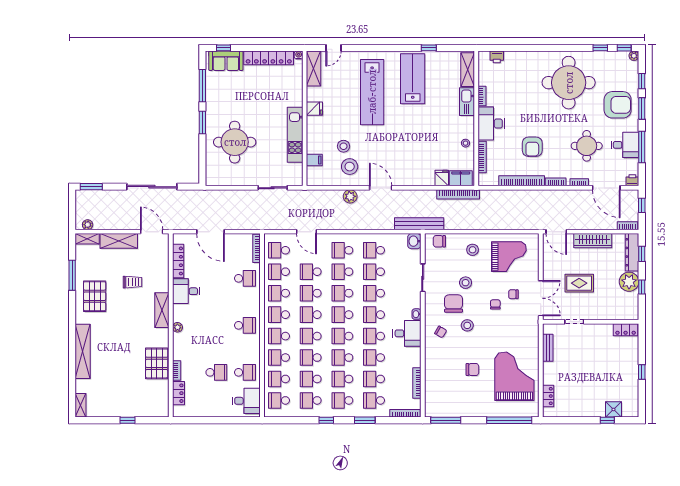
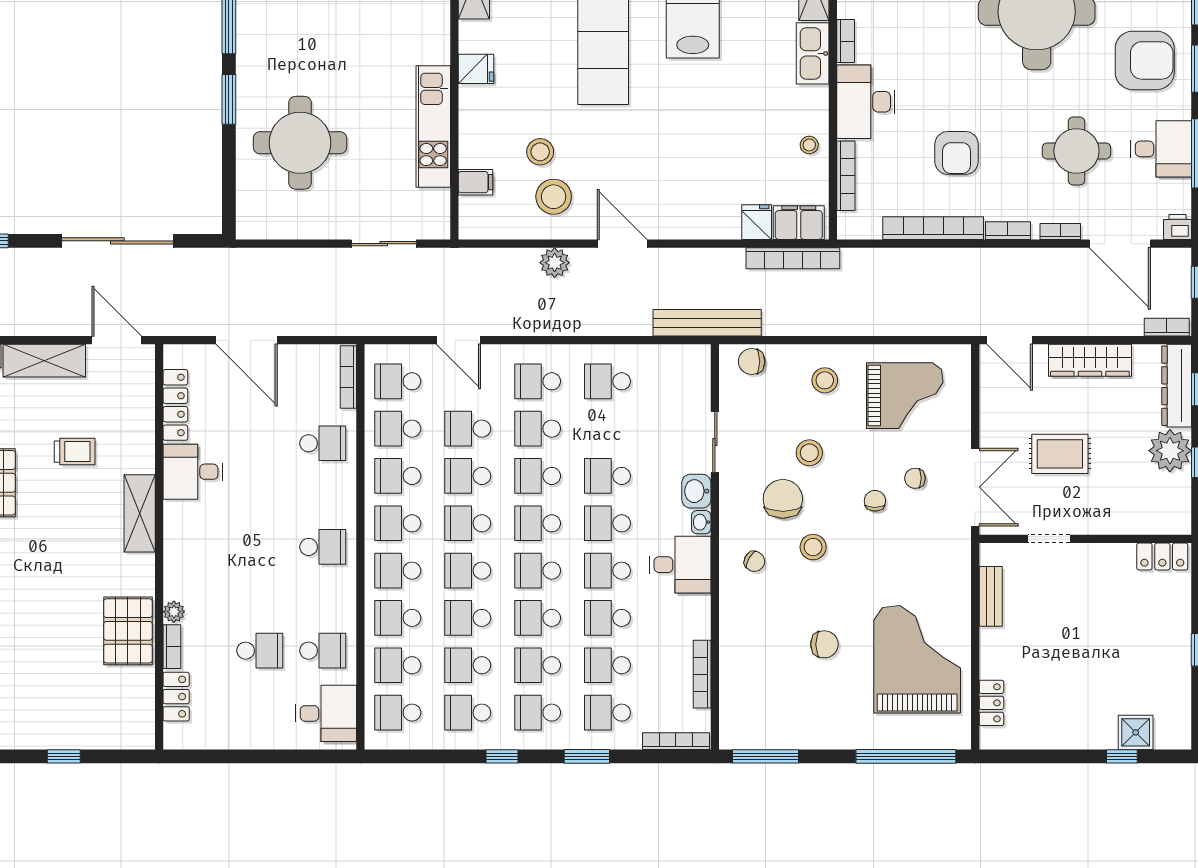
washbasin: (414, 241) -> (696, 491), moved
school desk: (374, 272) -> (607, 429), removed
plant: (177, 327) -> (174, 612), moved

